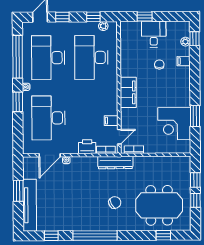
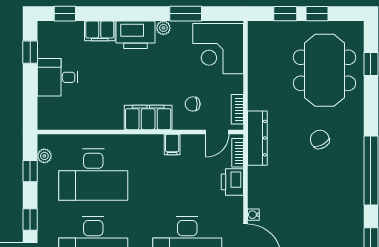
window: (145, 17) -> (30, 52), moved
plant: (185, 42) -> (163, 28), moved
filing cabinet: (184, 61) -> (100, 31), width x2.00
chair: (159, 64) -> (193, 104), moved
printer: (181, 84) -> (136, 35), added
filing cabinet: (111, 121) -> (172, 144), moved
corner desk: (174, 124) -> (218, 49), moved, turned 90
door: (119, 137) -> (217, 132), swing flipped

